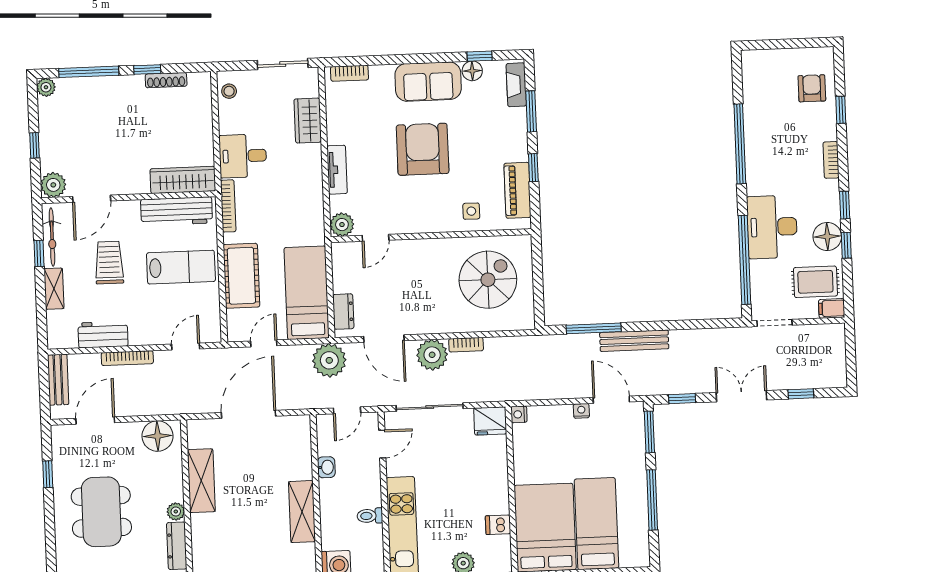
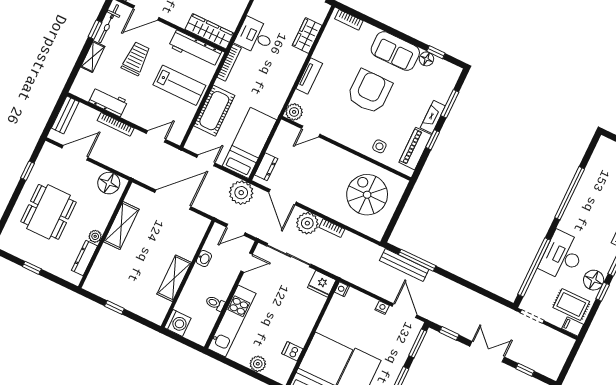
fireplace: (516, 85) -> (433, 117), moved
spiral stairs: (488, 280) -> (367, 195), turned -90
bench: (634, 341) -> (404, 265), moved

